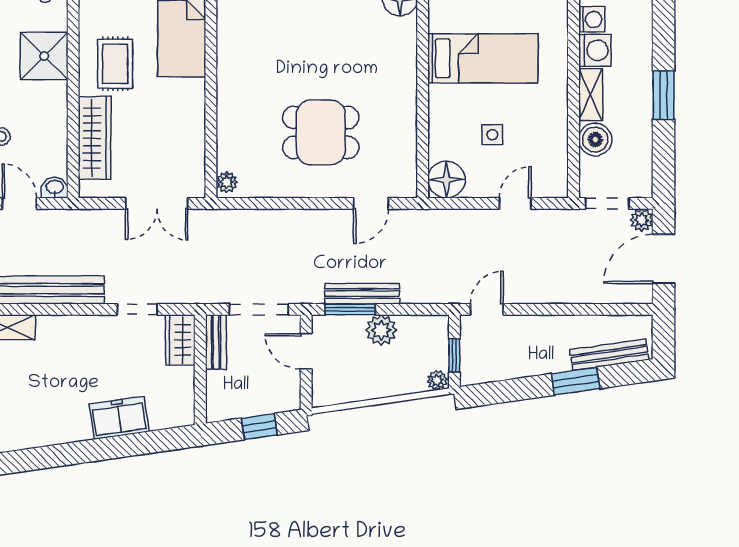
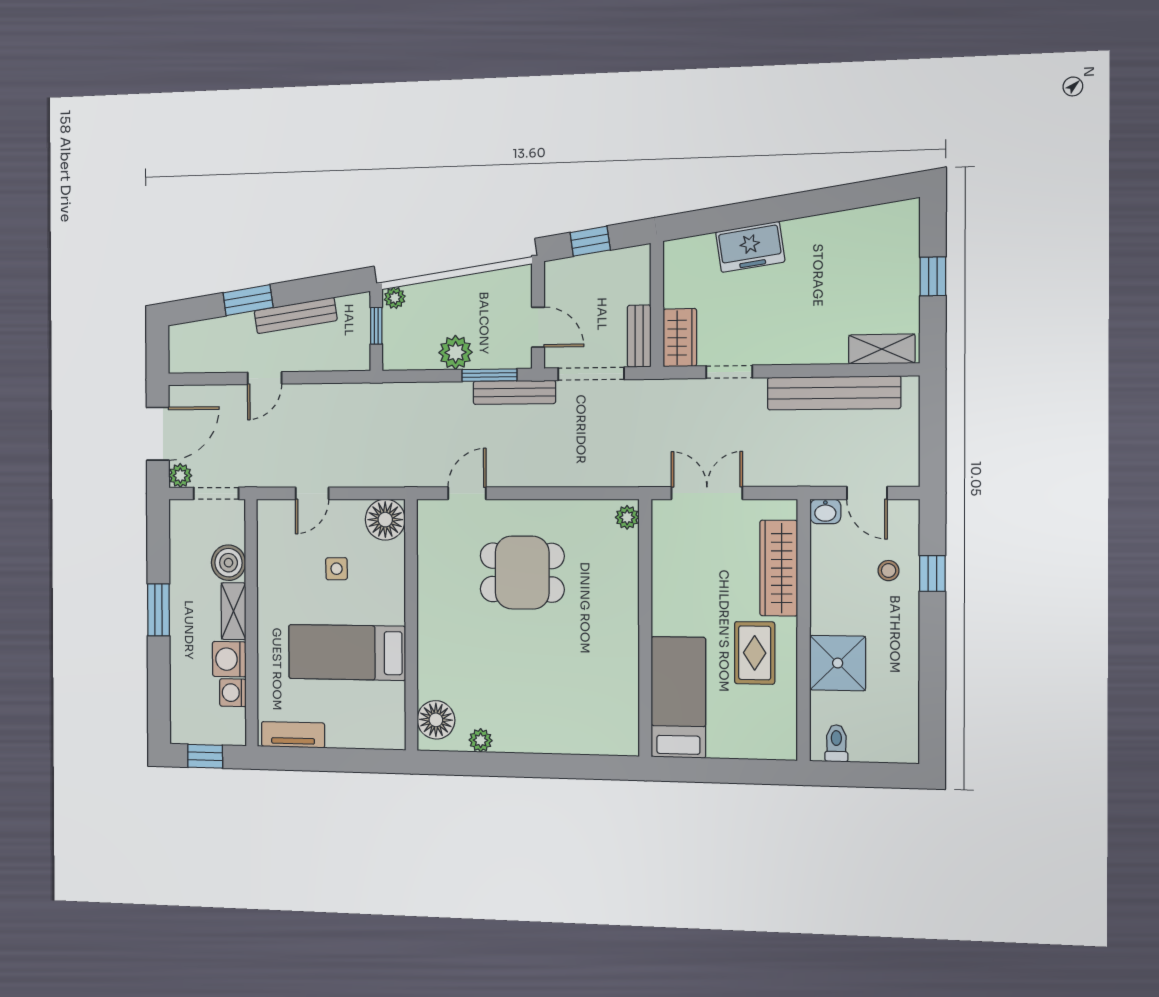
bench: (362, 294) -> (514, 392), moved
door: (487, 309) -> (265, 378), moved
bench: (609, 355) -> (296, 316), moved

